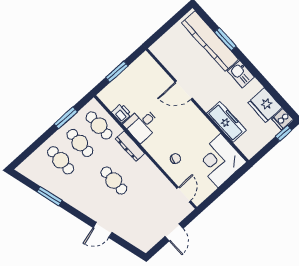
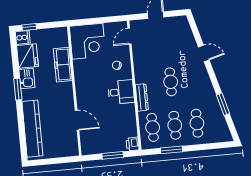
window: (225, 39) -> (18, 89), moved
kitchen sink: (241, 74) -> (27, 78), moved
door: (184, 90) -> (77, 120), moved
printer: (121, 113) -> (133, 144), moved
desk: (142, 125) -> (121, 92), moved

